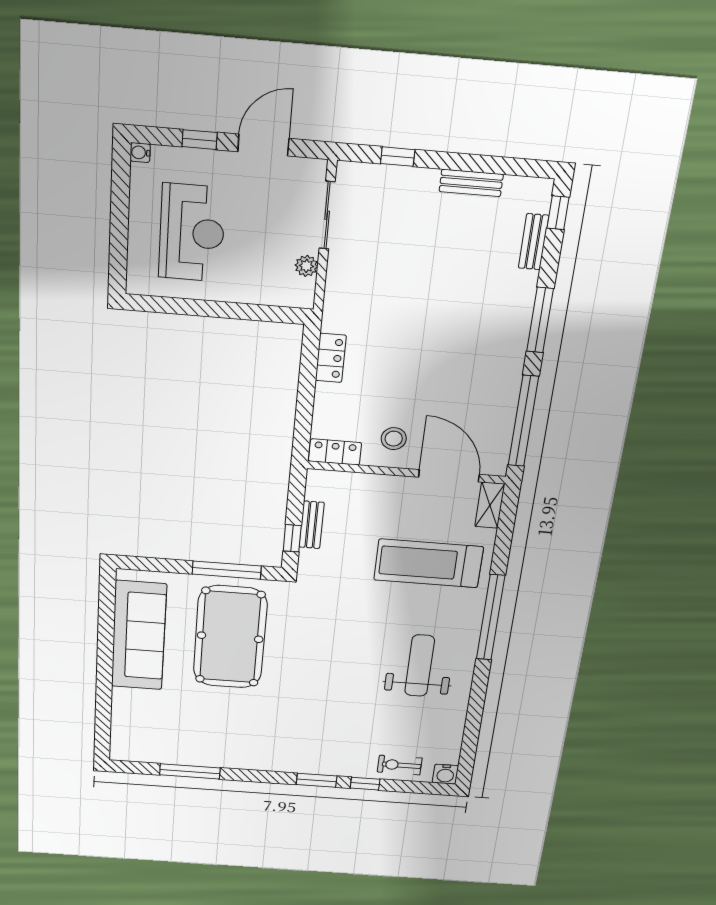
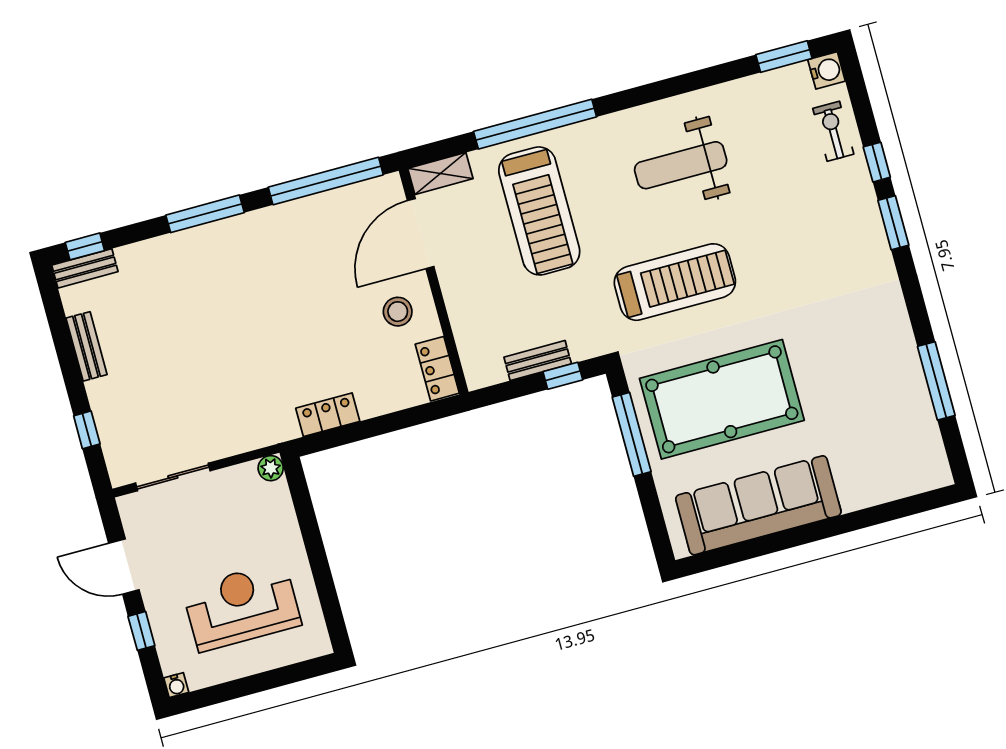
bench: (534, 242) -> (85, 268), moved
plant: (306, 266) -> (271, 468), moved
window: (491, 617) -> (535, 124), moved
treadmill: (333, 635) -> (675, 282), added
window: (468, 752) -> (784, 57), added
exercise bike: (400, 765) -> (833, 131), turned 180

